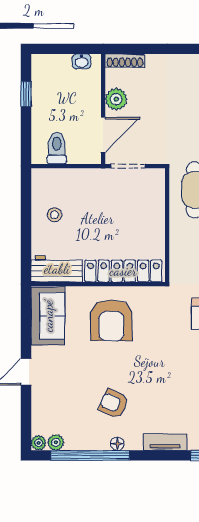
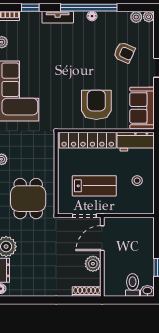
washbasin: (81, 61) -> (147, 291), moved
toilet: (57, 148) -> (133, 285), moved, turned 180
lab bench: (114, 208) -> (94, 186), added
armchair: (114, 404) -> (124, 53), moved
window: (90, 455) -> (89, 8), moved

